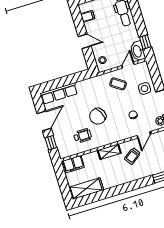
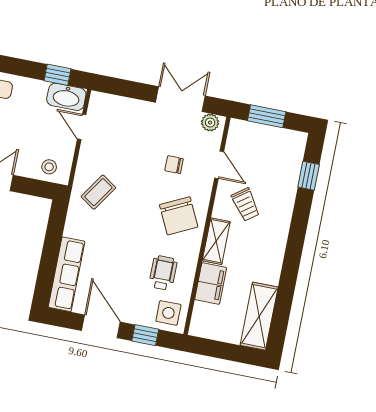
coffee table: (118, 84) -> (98, 192), moved
side table: (145, 88) -> (168, 313), moved
chair: (98, 116) -> (179, 216), moved
filing cabinet: (74, 164) -> (211, 284), moved

